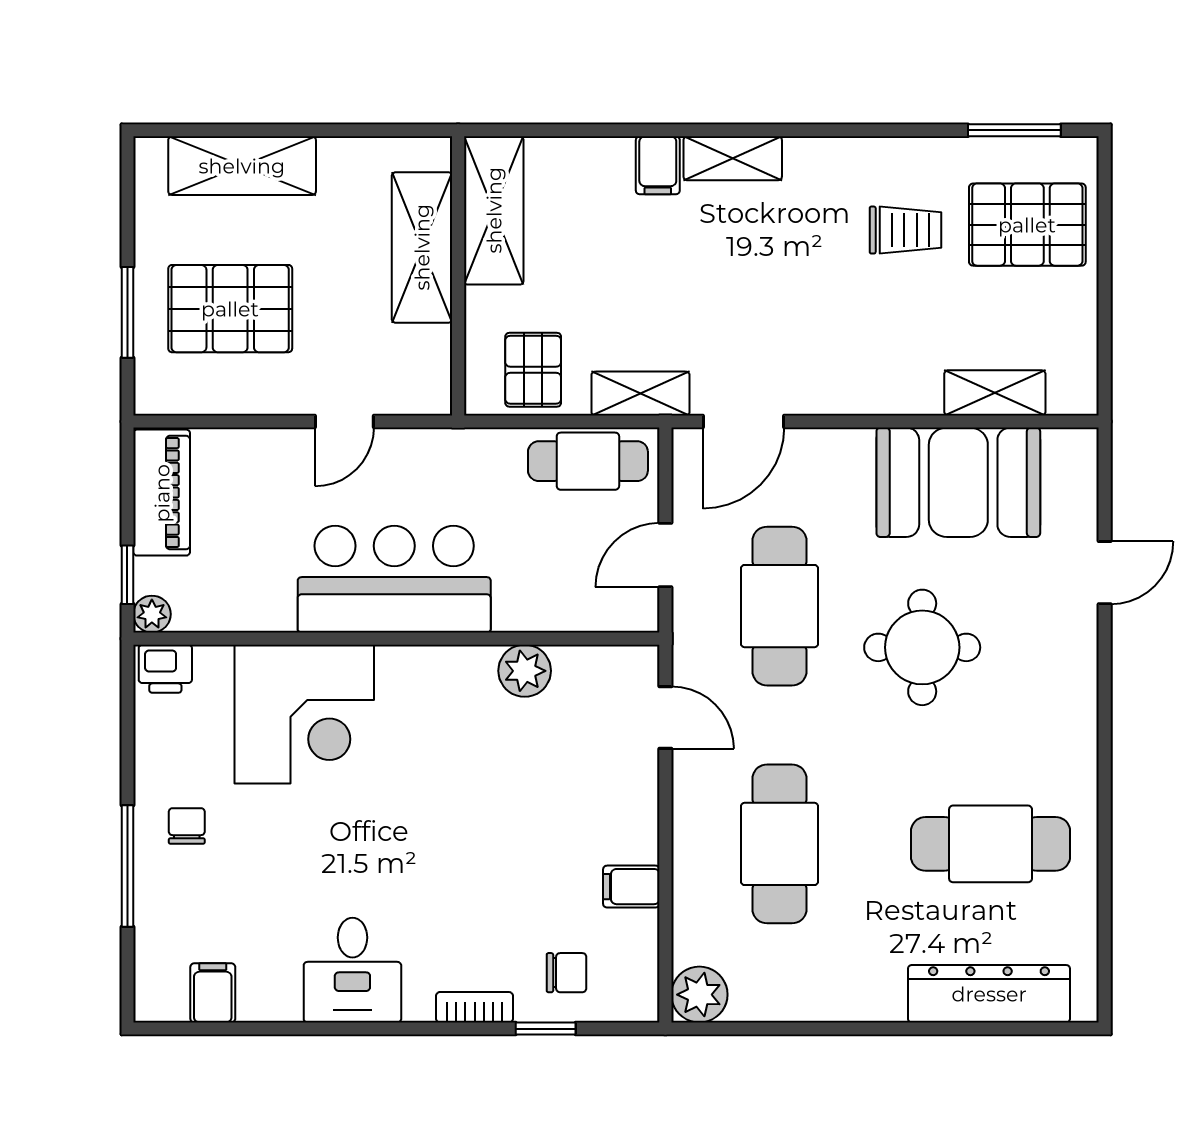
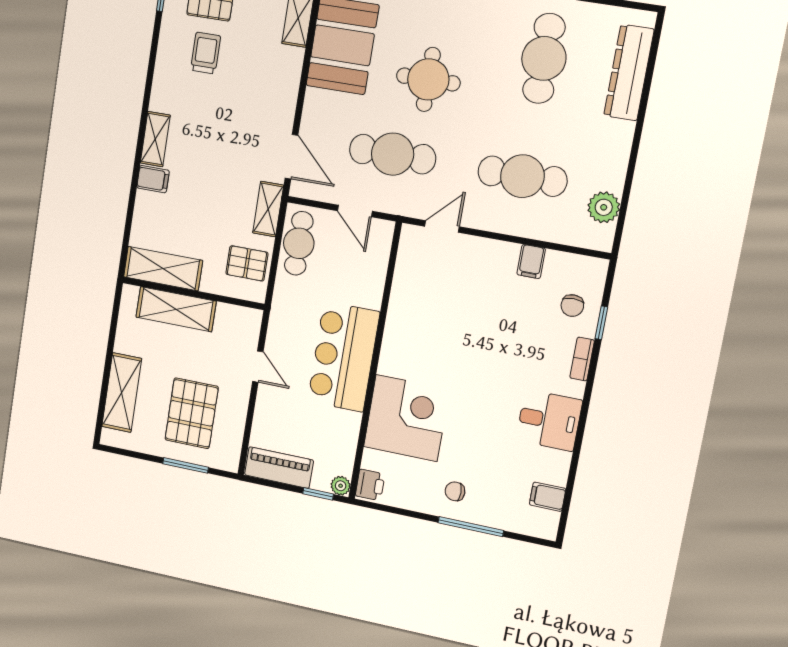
plant: (525, 671) -> (404, 297), removed
chair: (566, 973) -> (572, 306), turned 180
plant: (699, 995) -> (604, 207), moved

